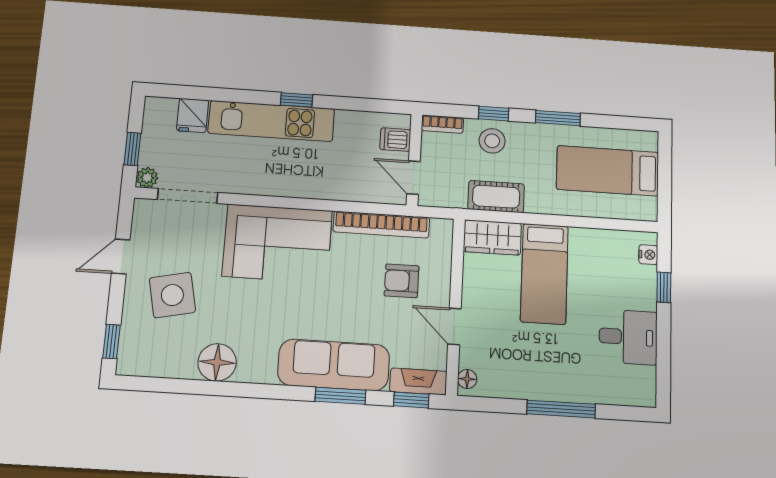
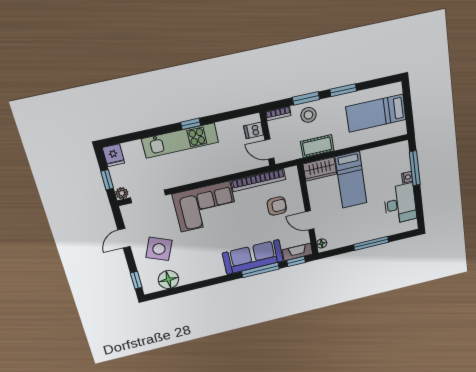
window: (494, 114) -> (306, 98), width x1.50
fridge: (193, 115) -> (113, 155), moved
nightstand: (648, 255) -> (407, 177), moved
armchair: (402, 281) -> (277, 206), turned 180
window: (664, 287) -> (415, 168), width x2.17
side table: (172, 295) -> (159, 249), turned 35
desk: (628, 337) -> (400, 204), width x1.37
floor lamp: (217, 362) -> (168, 280), moved
window: (340, 396) -> (260, 270), width x1.44

